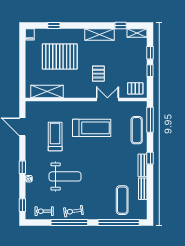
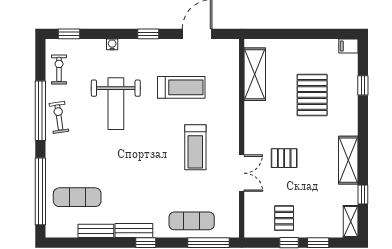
pallet: (60, 56) -> (312, 95), width x0.73, depth x0.71
pallet: (135, 88) -> (284, 218), moved
treadmill: (92, 128) -> (195, 147), width x0.73, depth x0.73
window: (22, 167) -> (148, 34), moved

